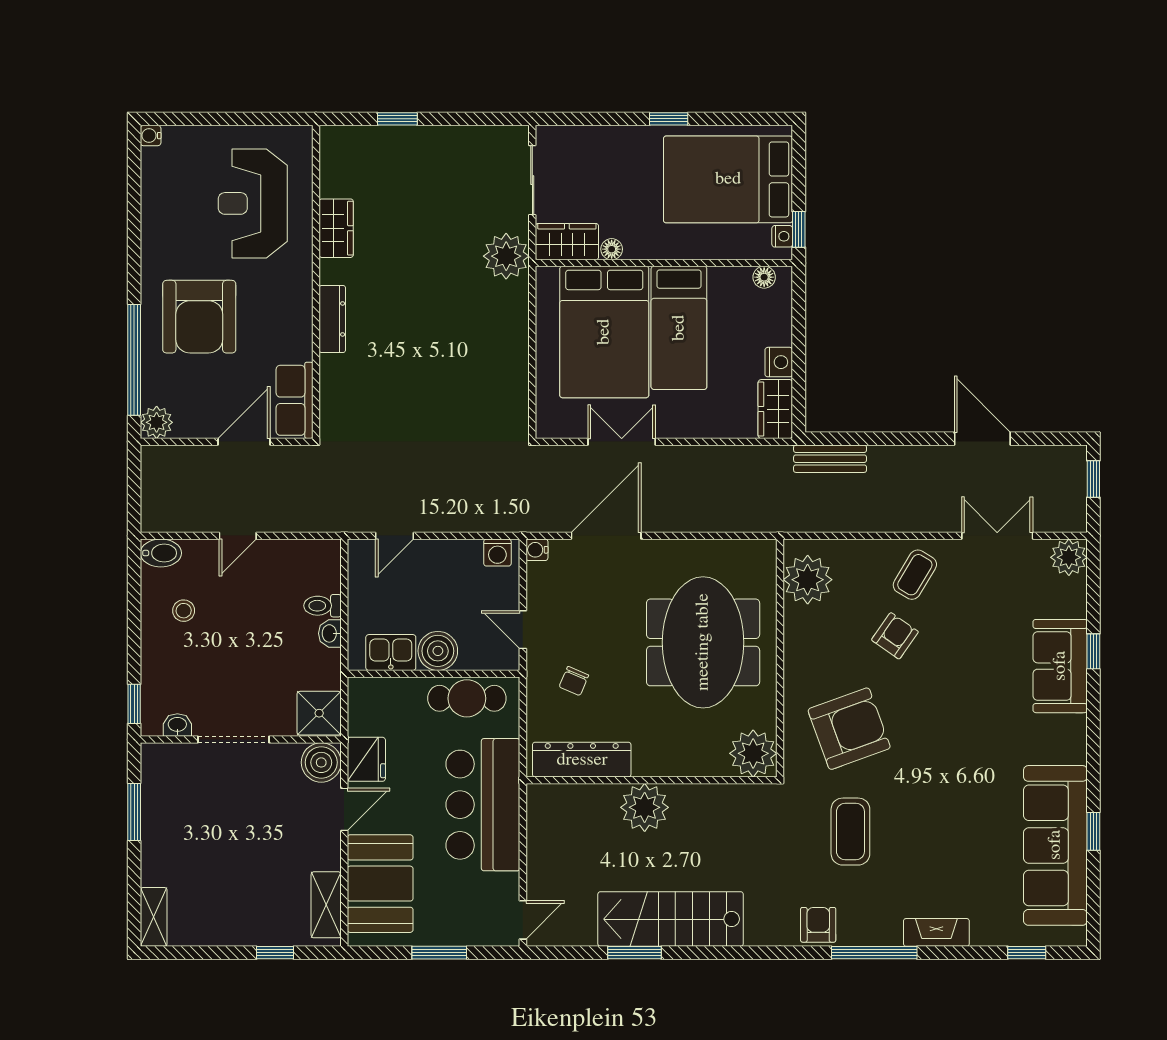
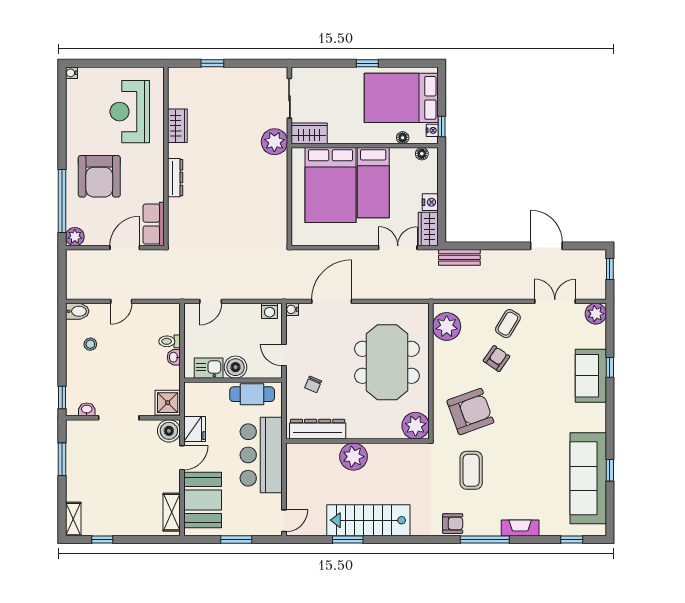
floor lamp: (612, 249) -> (403, 138), moved
double door: (622, 442) -> (398, 248), moved
armchair: (818, 925) -> (453, 524), turned 90
window: (275, 953) -> (102, 539), moved

